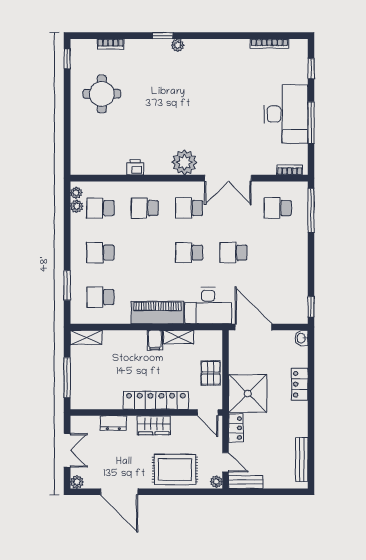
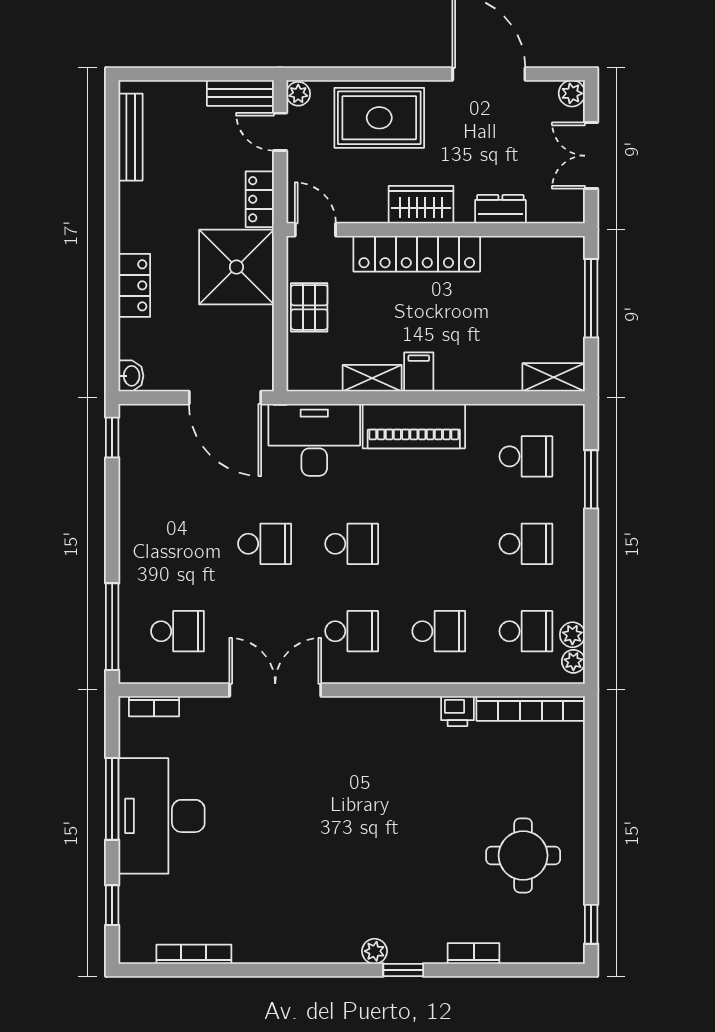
bookcase: (111, 44) -> (474, 953), moved
plant: (184, 162) -> (361, 721), removed
bookcase: (98, 169) -> (531, 709), added

